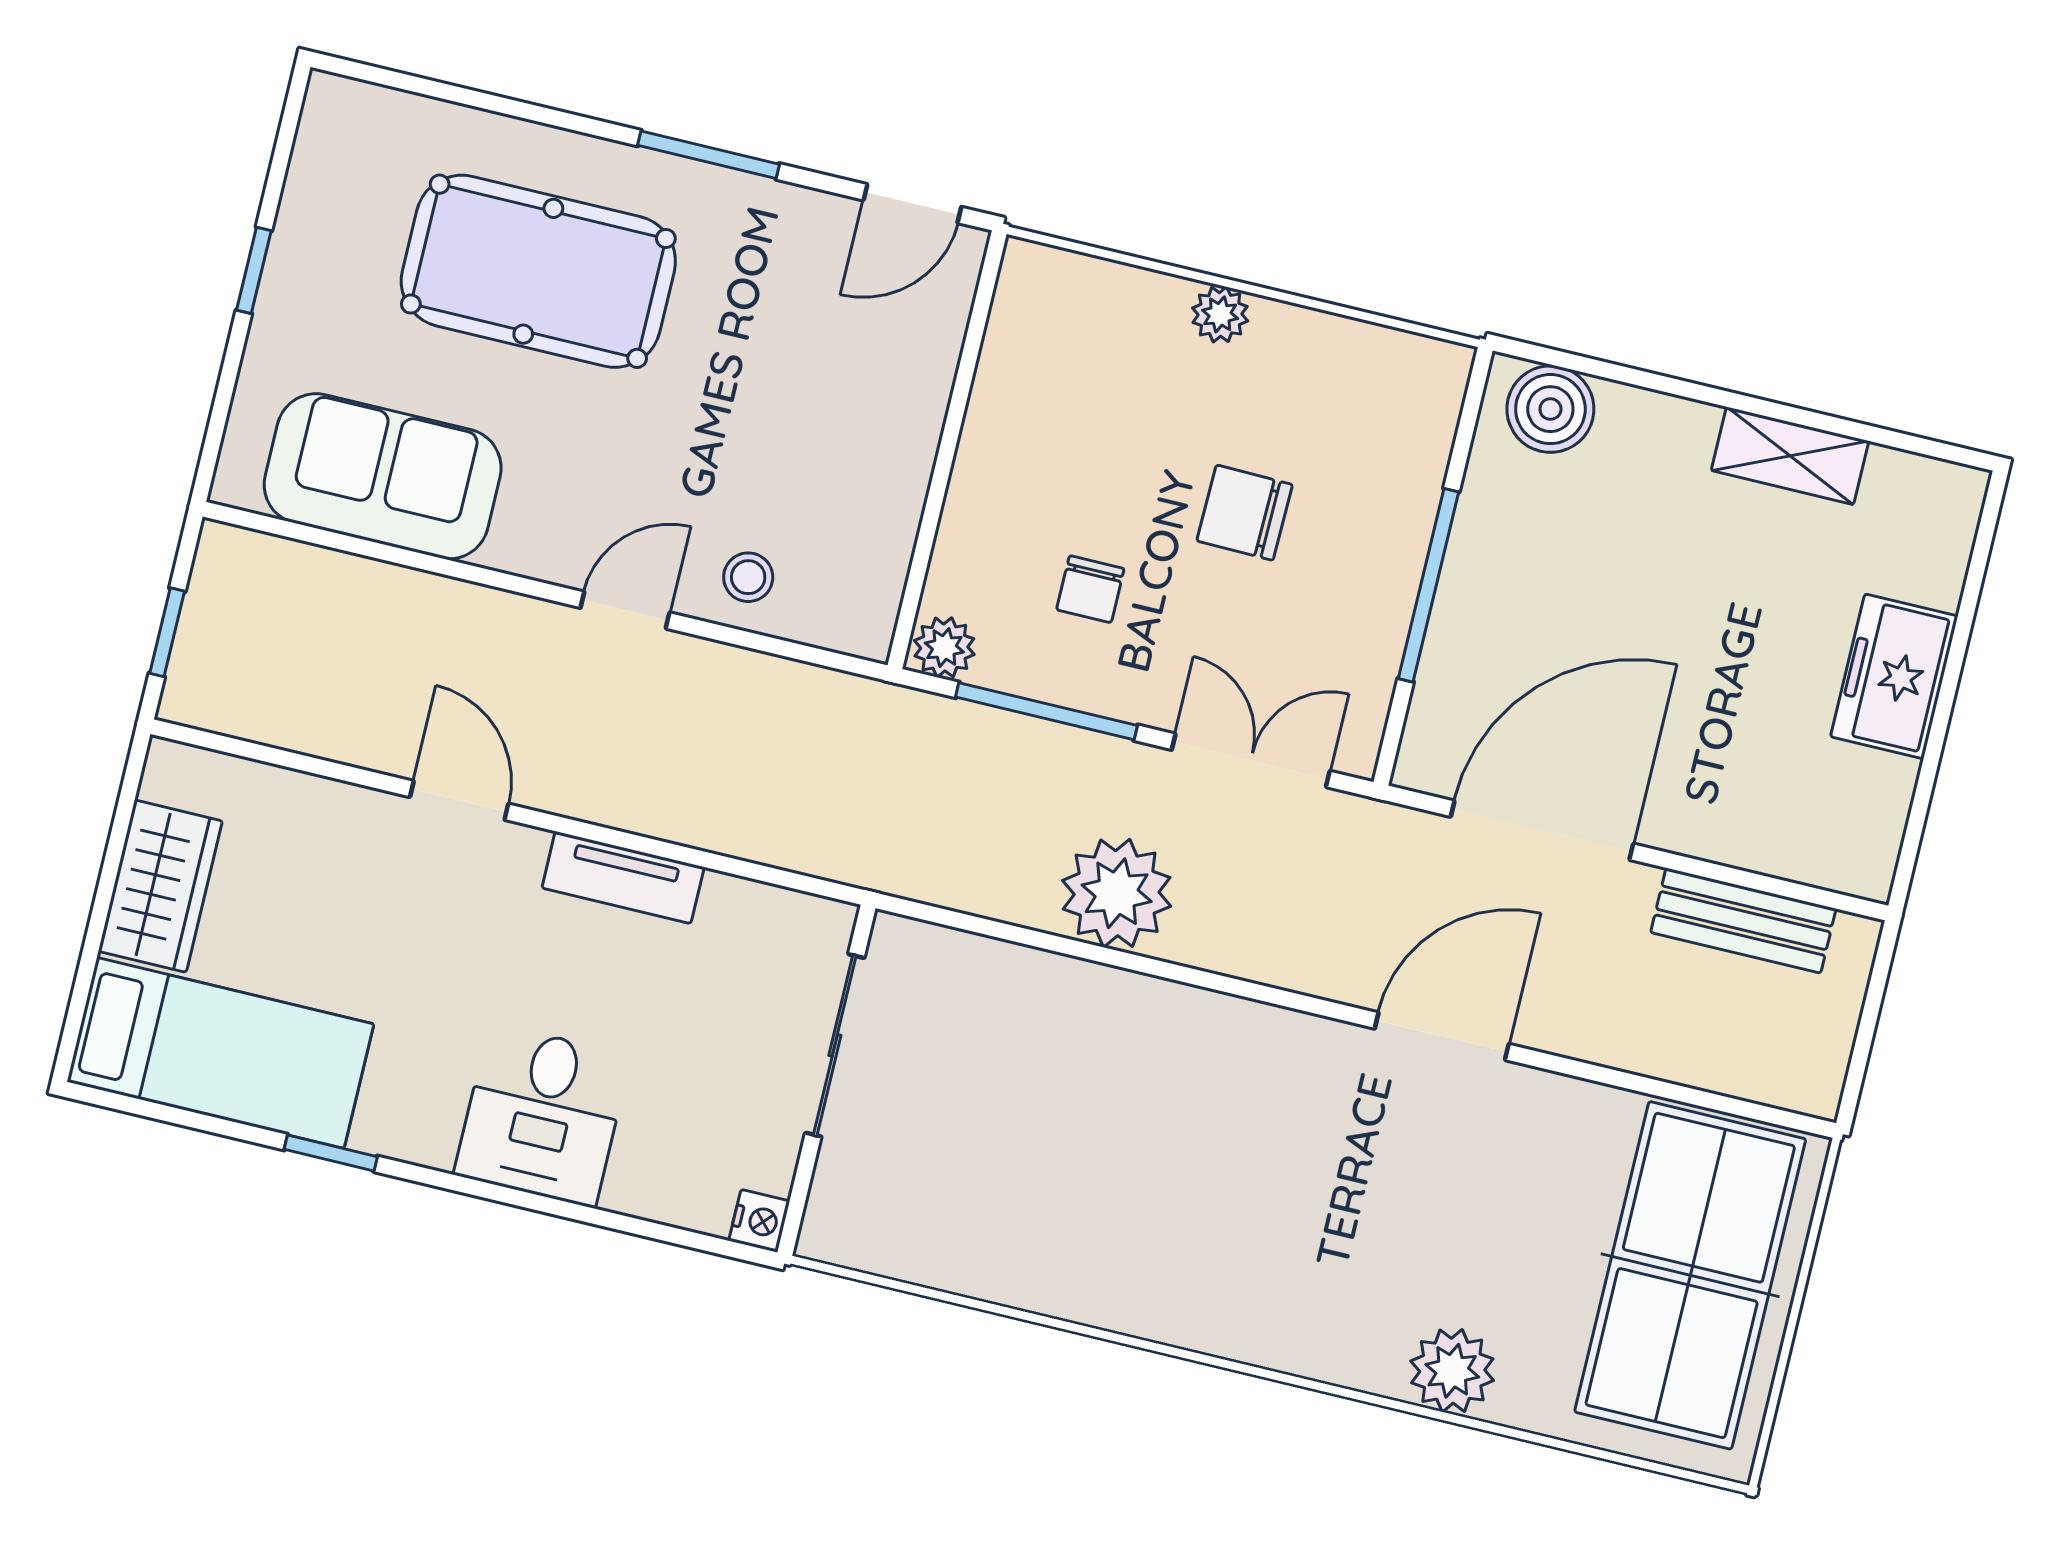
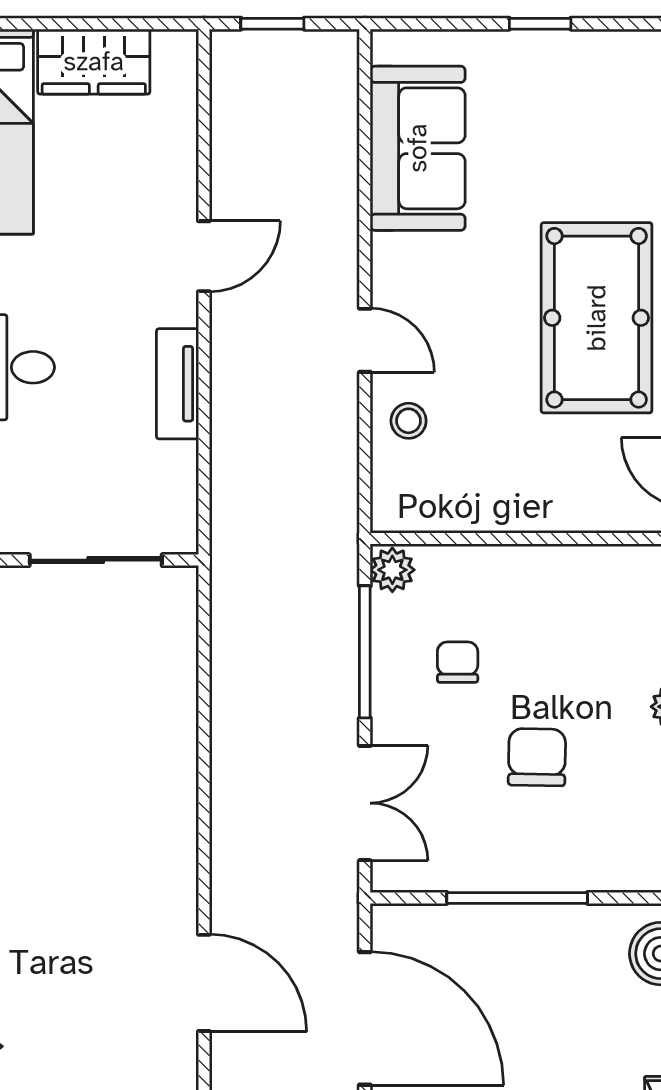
pool table: (538, 271) -> (597, 318), moved
chair: (1090, 589) -> (458, 662), turned 90
plant: (1117, 893) -> (249, 732), removed

